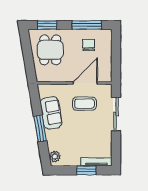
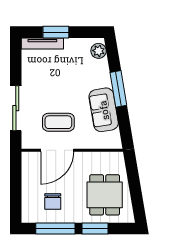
window: (47, 25) -> (95, 228), moved

